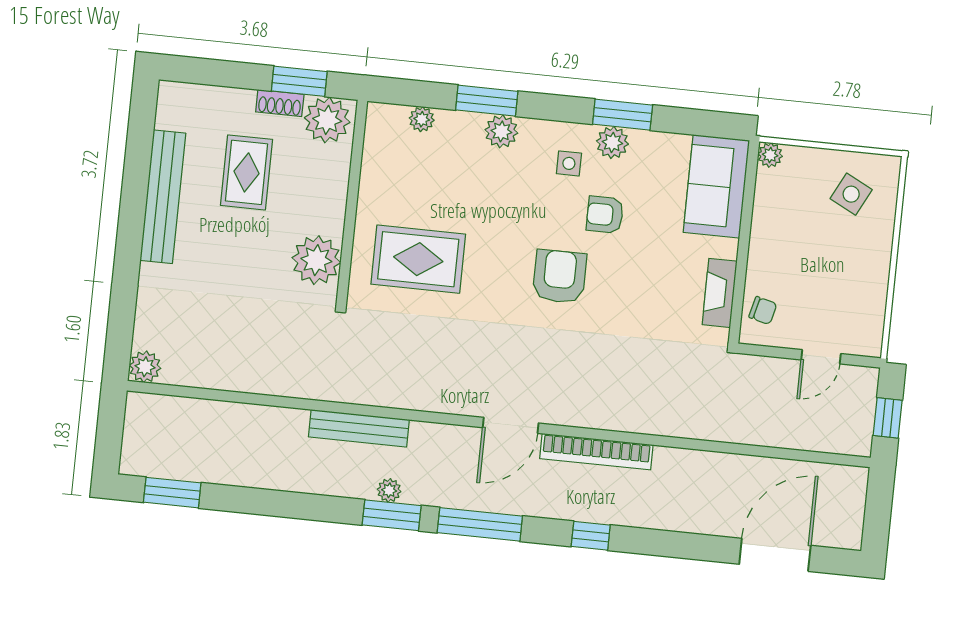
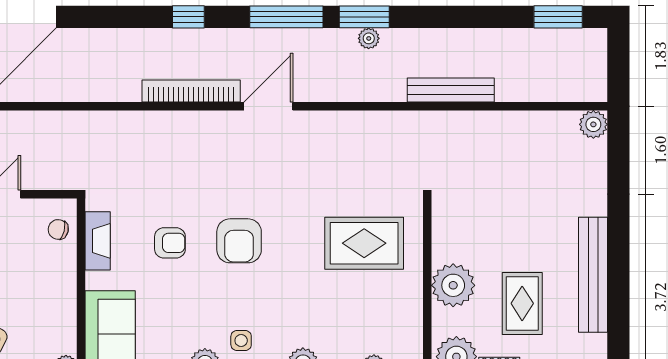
armchair: (605, 215) -> (170, 243), moved
plant: (316, 260) -> (453, 285), moved
bench: (359, 428) -> (451, 90), moved

